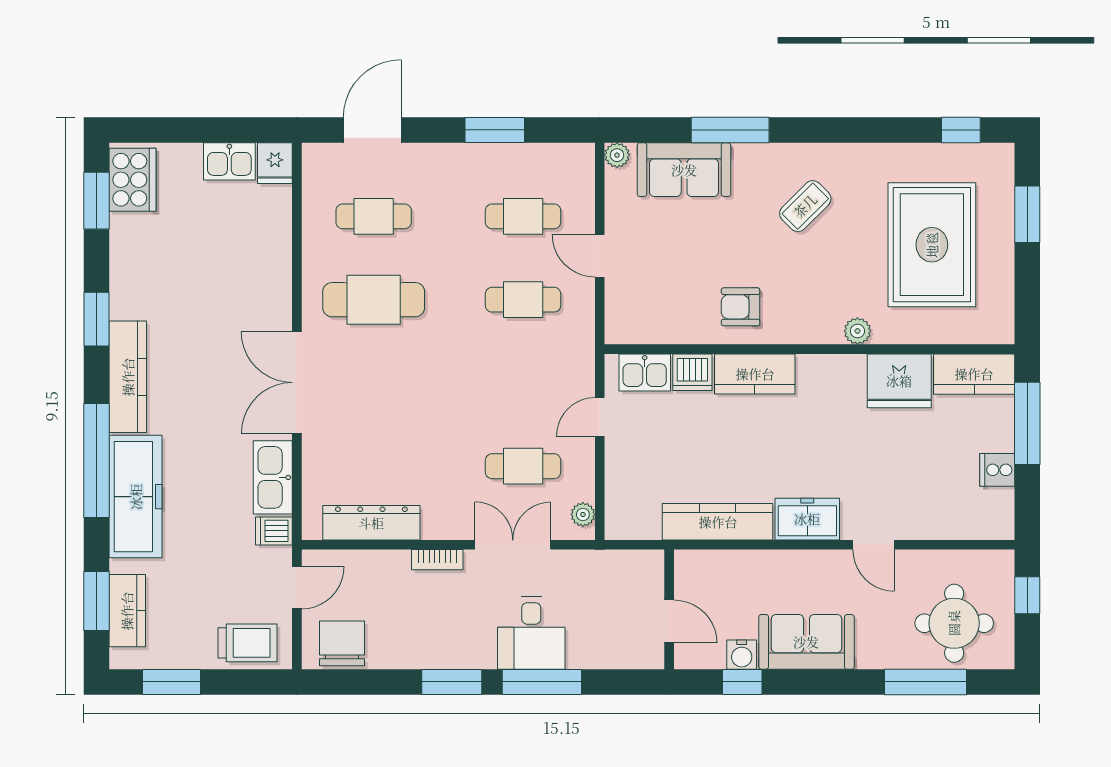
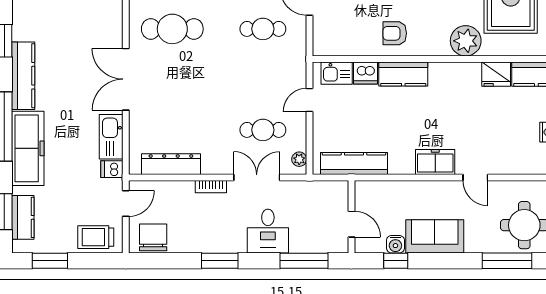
plant: (857, 331) -> (466, 41), width x1.87, depth x1.87
fridge: (899, 381) -> (496, 74), width x0.73, depth x0.75
kitchen counter: (718, 522) -> (354, 164), moved
trolley: (248, 643) -> (96, 237), turned 180
window: (542, 682) -> (304, 261), moved

